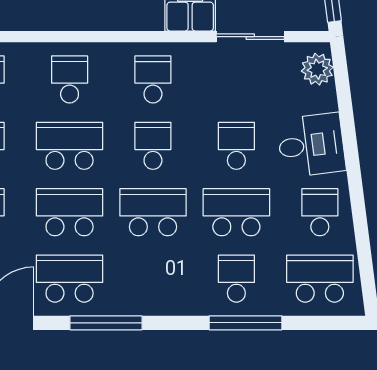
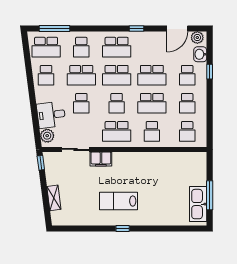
school desk: (153, 79) -> (117, 131), width x1.85
desk: (311, 145) -> (51, 115), moved
school desk: (70, 279) -> (117, 47), moved
window: (106, 323) -> (136, 28), width x0.46
window: (246, 323) -> (54, 28), moved

